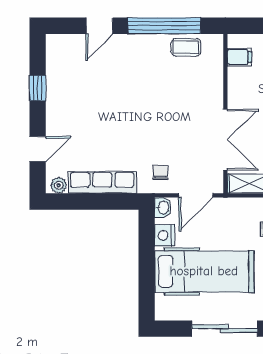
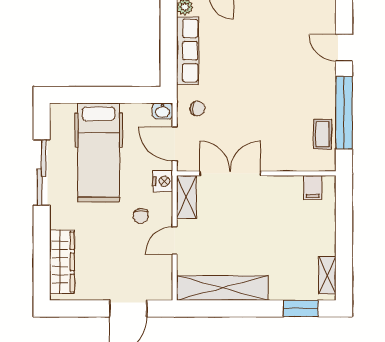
double door: (225, 140) -> (230, 173), swing flipped
nightstand: (165, 235) -> (163, 181), moved, turned 90

